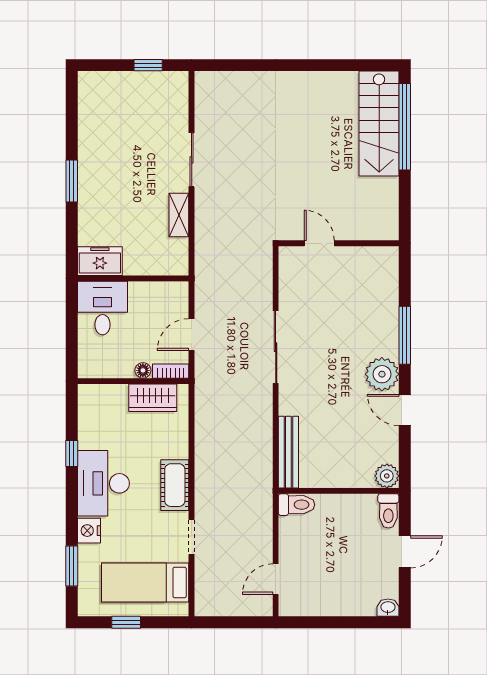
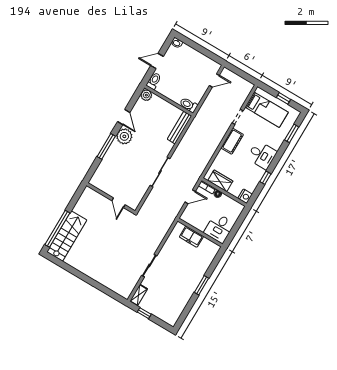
shelving: (179, 215) -> (139, 295), moved
freezer: (100, 261) -> (191, 237), moved
desk: (103, 483) -> (262, 155), width x0.73
nightstand: (89, 531) -> (245, 196), moved

